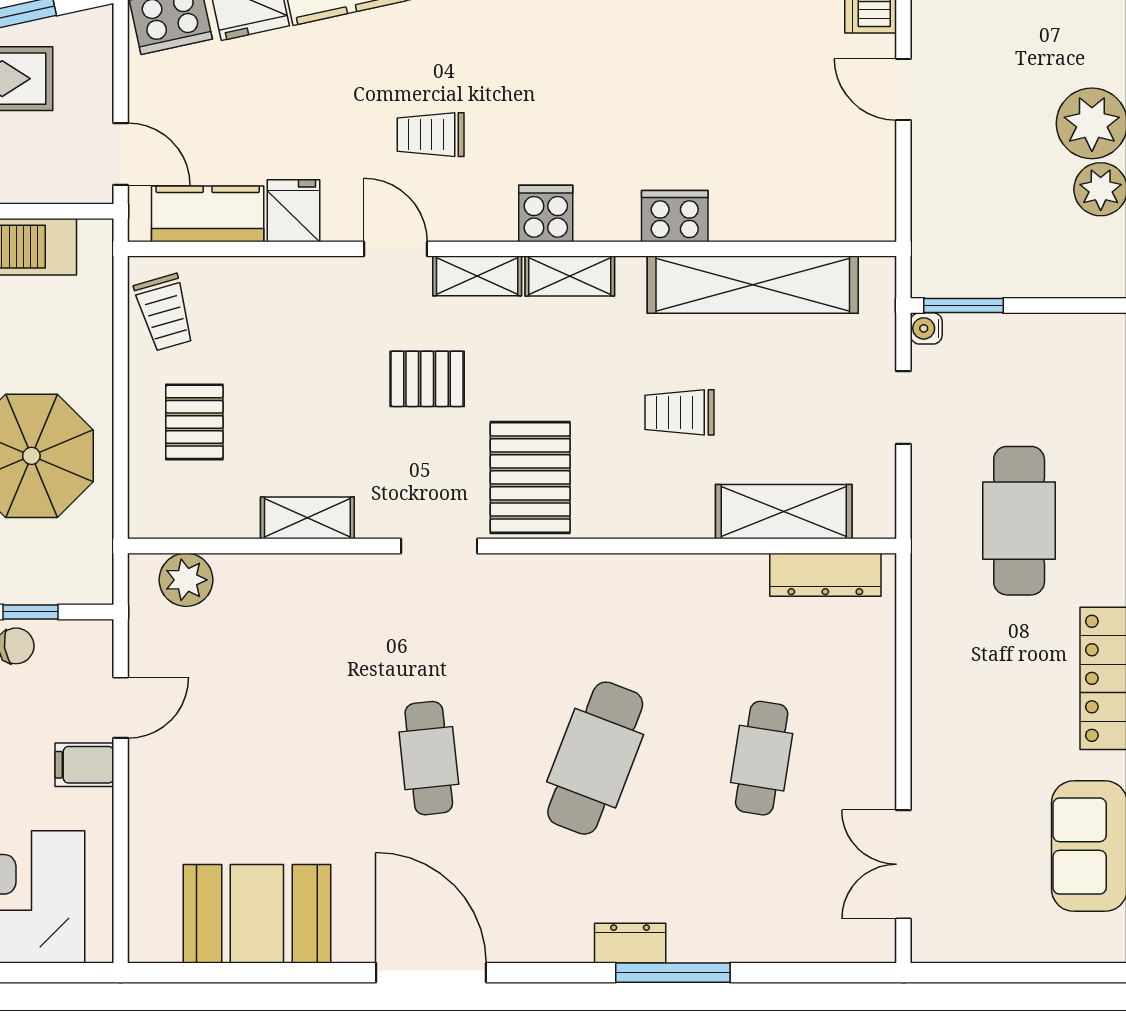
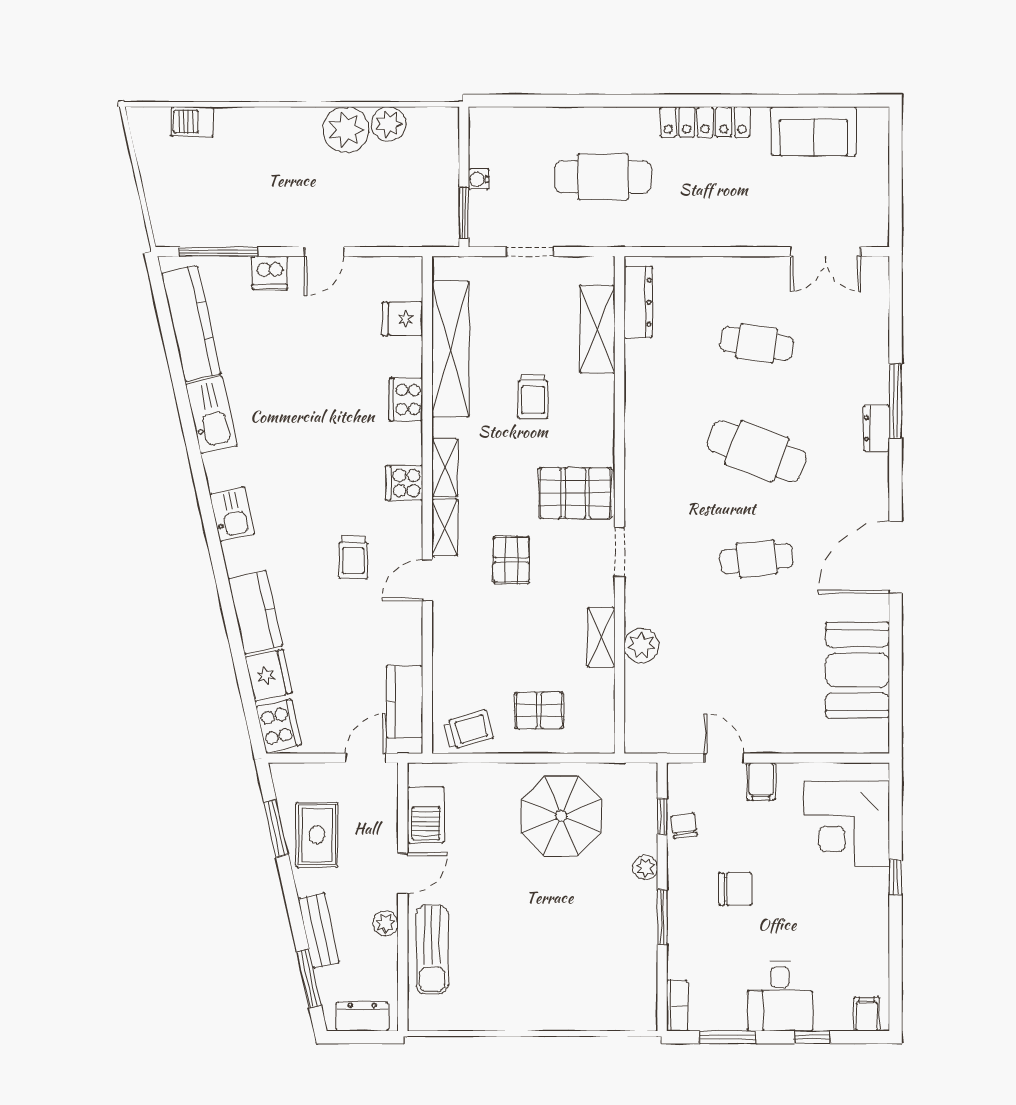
fridge: (293, 211) -> (402, 319), moved
water cooler: (926, 328) -> (479, 179), moved, turned 90
plant: (186, 580) -> (641, 645), moved

